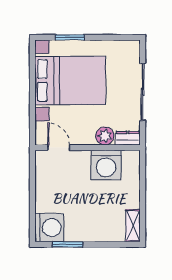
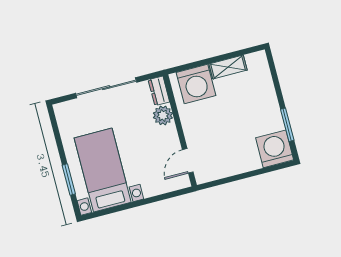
bed with nightstands: (70, 80) -> (103, 170), width x0.73
washing machine: (106, 165) -> (196, 84), moved, turned 90
shelving: (133, 226) -> (228, 67), moved

